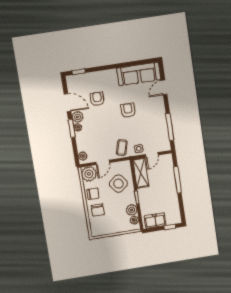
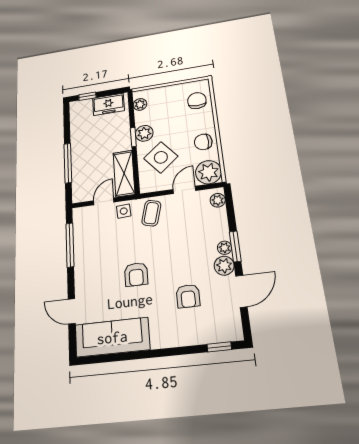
door: (164, 87) -> (72, 311), swing flipped
door: (68, 103) -> (241, 291), swing flipped
chair: (98, 210) -> (197, 101), moved
plant: (132, 210) -> (144, 133), moved

